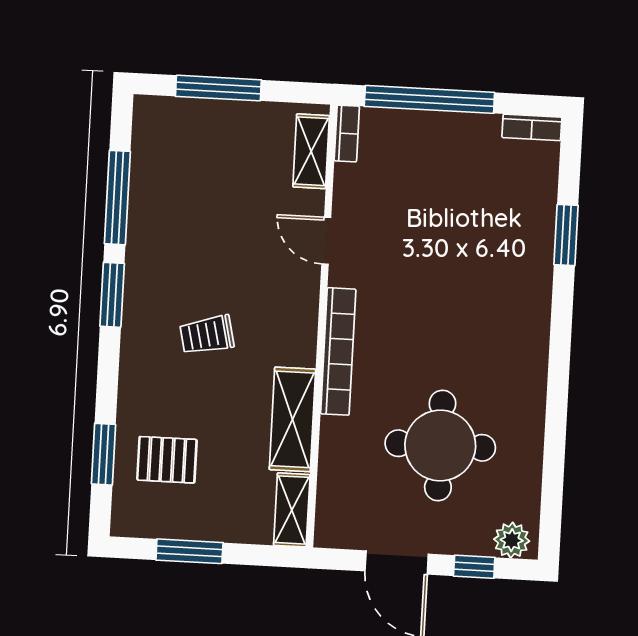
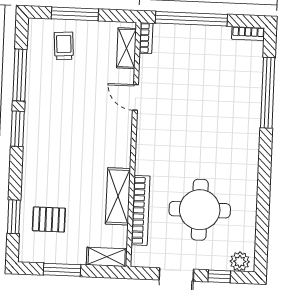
window: (566, 235) -> (268, 93), width x2.11
trolley: (207, 335) -> (64, 46), moved, turned 99
bookcase: (338, 351) -> (141, 210), moved
shelving: (292, 510) -> (107, 257), moved, turned 90

